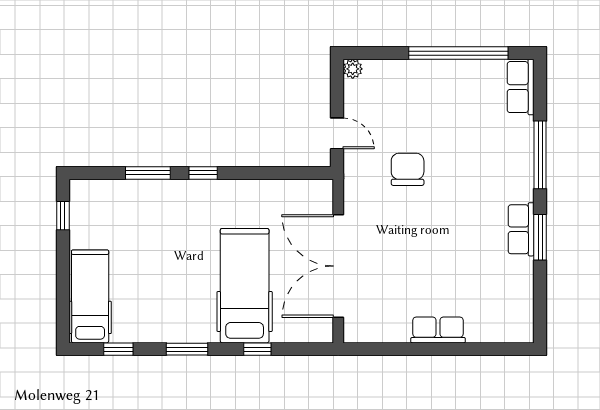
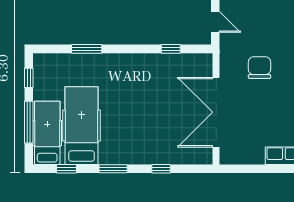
chair: (408, 169) -> (259, 68), moved
window: (203, 173) -> (171, 49), moved
window: (63, 281) -> (29, 122), added
hospital bed: (245, 286) -> (82, 126), moved

